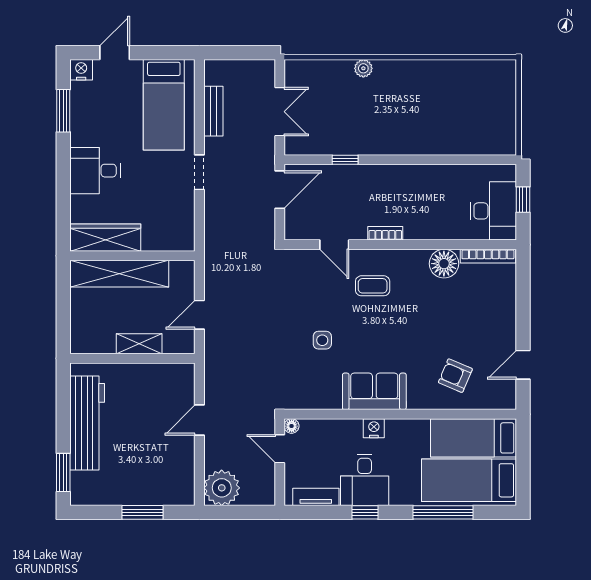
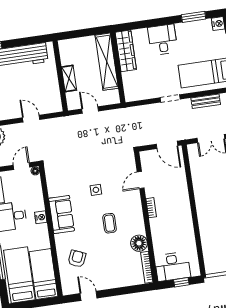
window: (345, 160) -> (189, 179), removed
coffee table: (373, 286) -> (110, 223), moved
side table: (322, 340) -> (96, 190), moved

